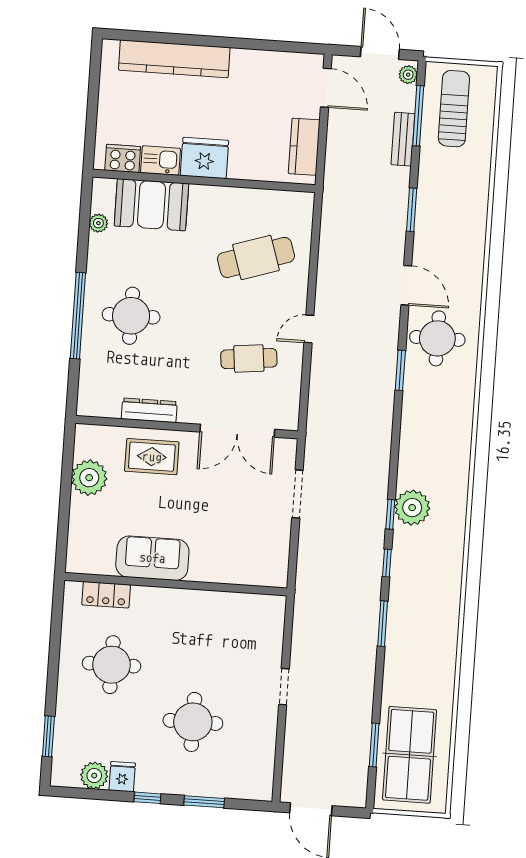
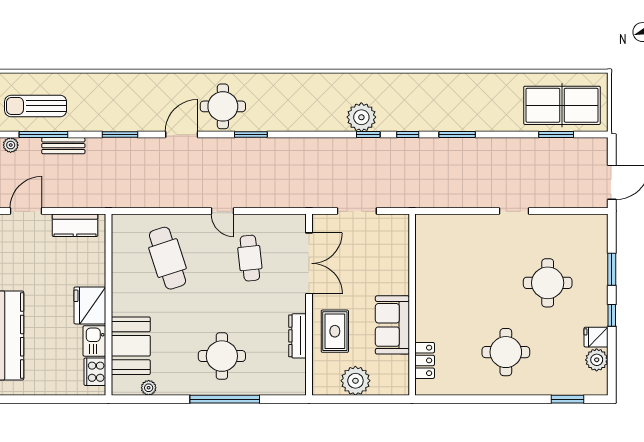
sofa: (152, 558) -> (392, 325), moved
wall: (176, 584) -> (412, 305), moved
locker: (106, 595) -> (425, 360), moved

